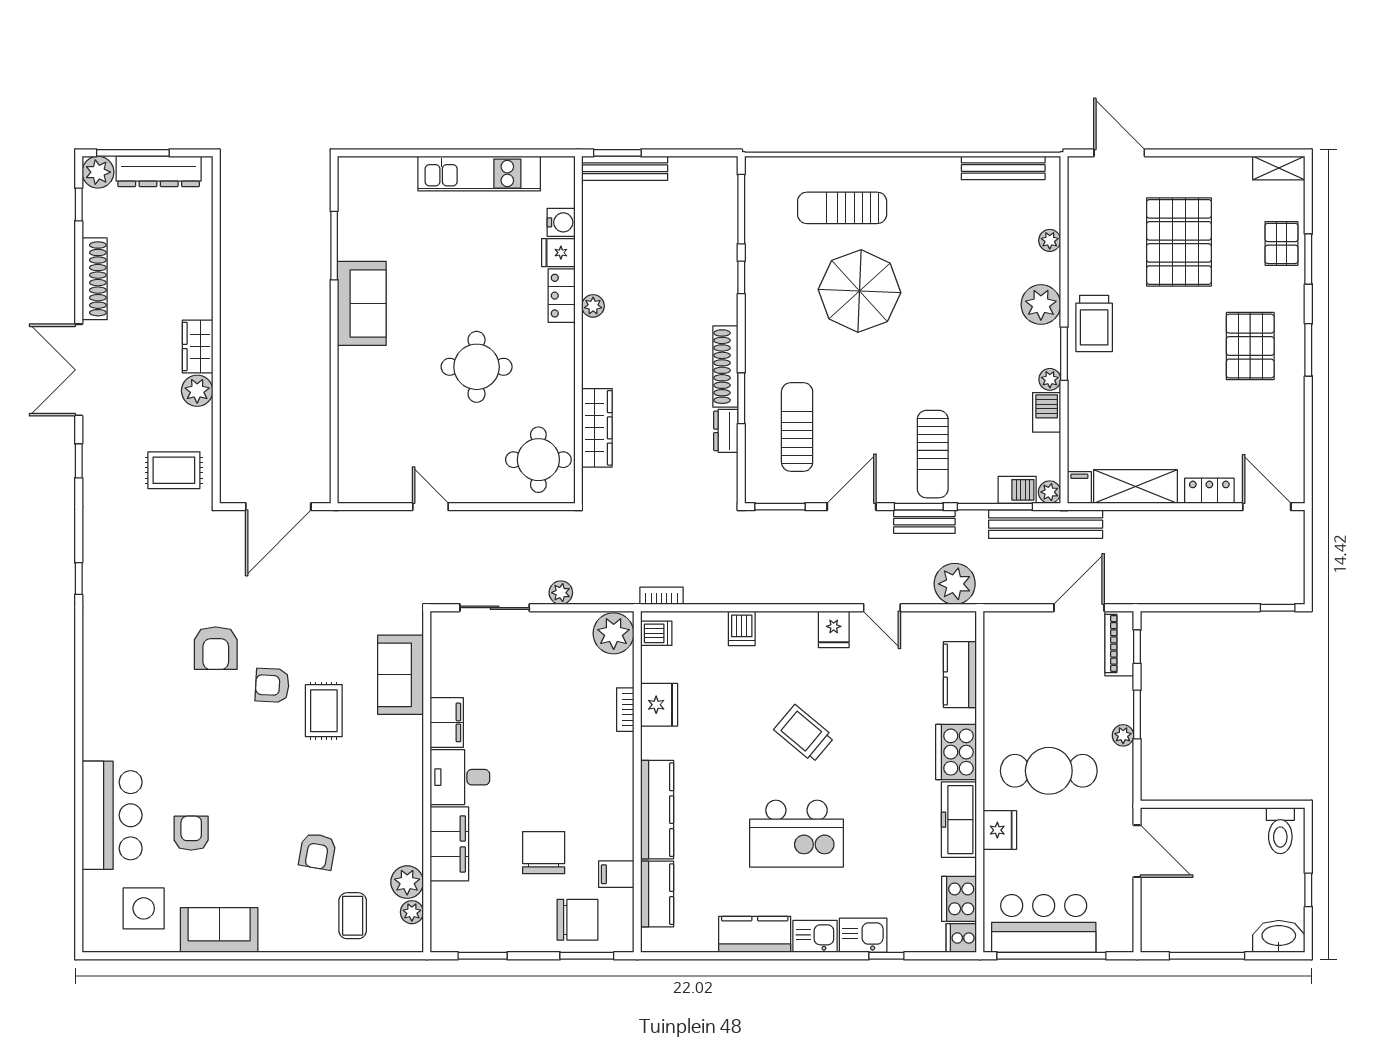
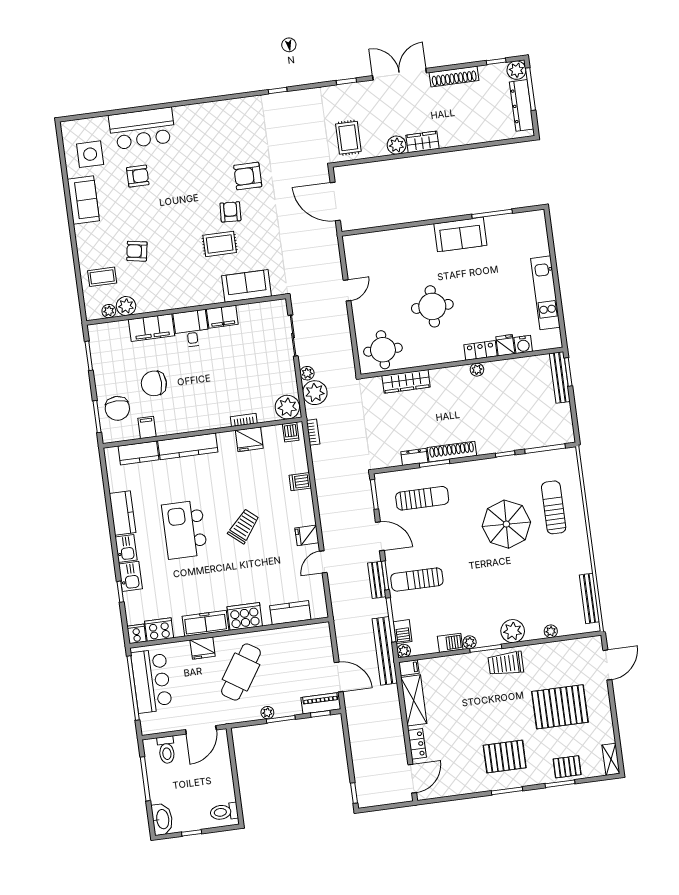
plant: (955, 584) -> (315, 393), moved
cafe table: (1049, 771) -> (241, 672), turned 33
chair: (544, 853) -> (154, 383), turned 180
toilet: (1163, 914) -> (166, 750), added

